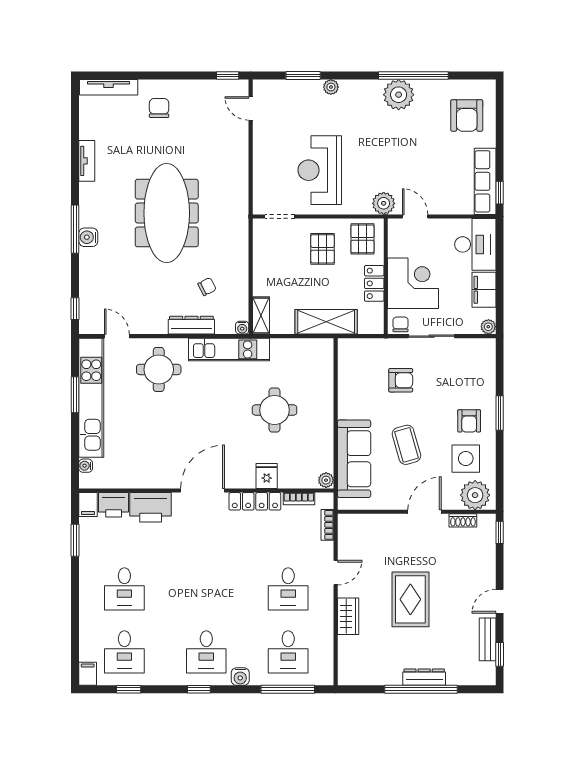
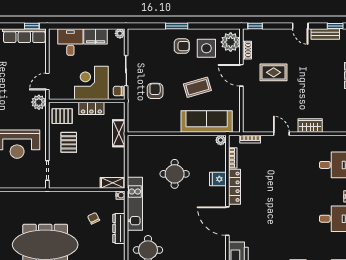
desk: (475, 244) -> (70, 42), width x0.73
pallet: (323, 249) -> (69, 142), turned 90
shelving: (326, 322) -> (119, 133), width x0.67, depth x0.75
desk: (288, 589) -> (292, 165), removed
rug: (410, 599) -> (274, 72), moved, width x0.73, depth x0.70

